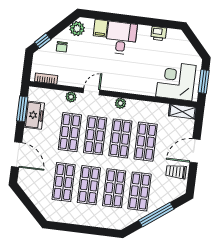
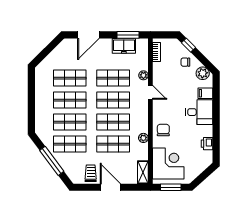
chair: (137, 82) -> (163, 130), added
plant: (120, 103) -> (143, 138), moved

